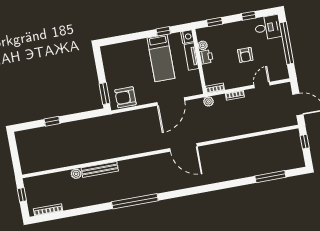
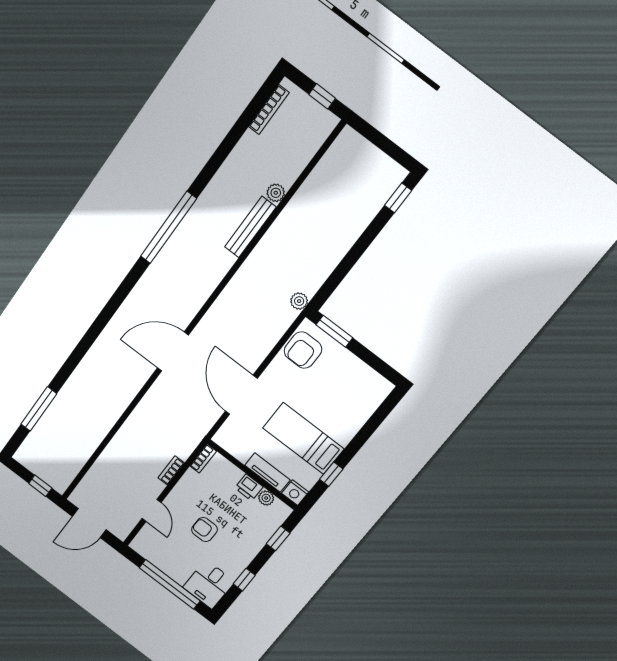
armchair: (125, 97) -> (303, 350), turned 180
plant: (208, 101) -> (299, 301), moved
window: (52, 121) -> (398, 198), moved

